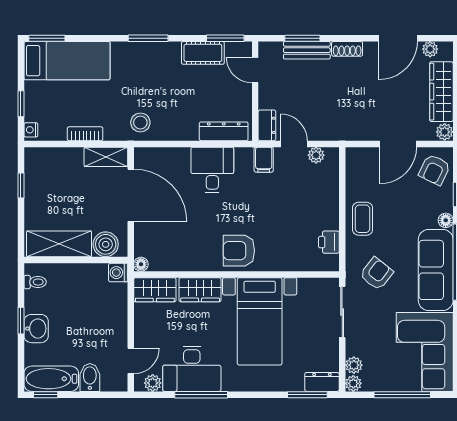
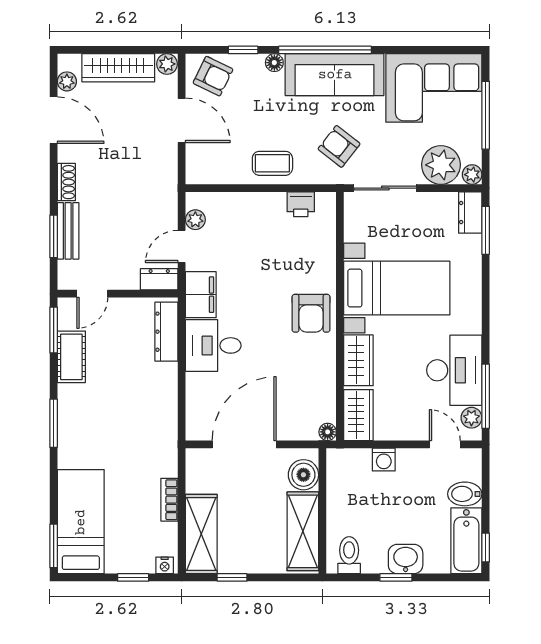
stool: (140, 122) -> (156, 433), removed
shelving: (106, 157) -> (201, 534), moved, width x1.50, depth x1.33
filing cabinet: (264, 160) -> (201, 295), width x2.00
washing machine: (118, 273) -> (384, 460), moved
toilet: (35, 282) -> (349, 555), width x1.37, depth x1.39
plant: (354, 365) -> (441, 165), width x1.88, depth x1.88
window: (201, 395) -> (486, 396), moved

